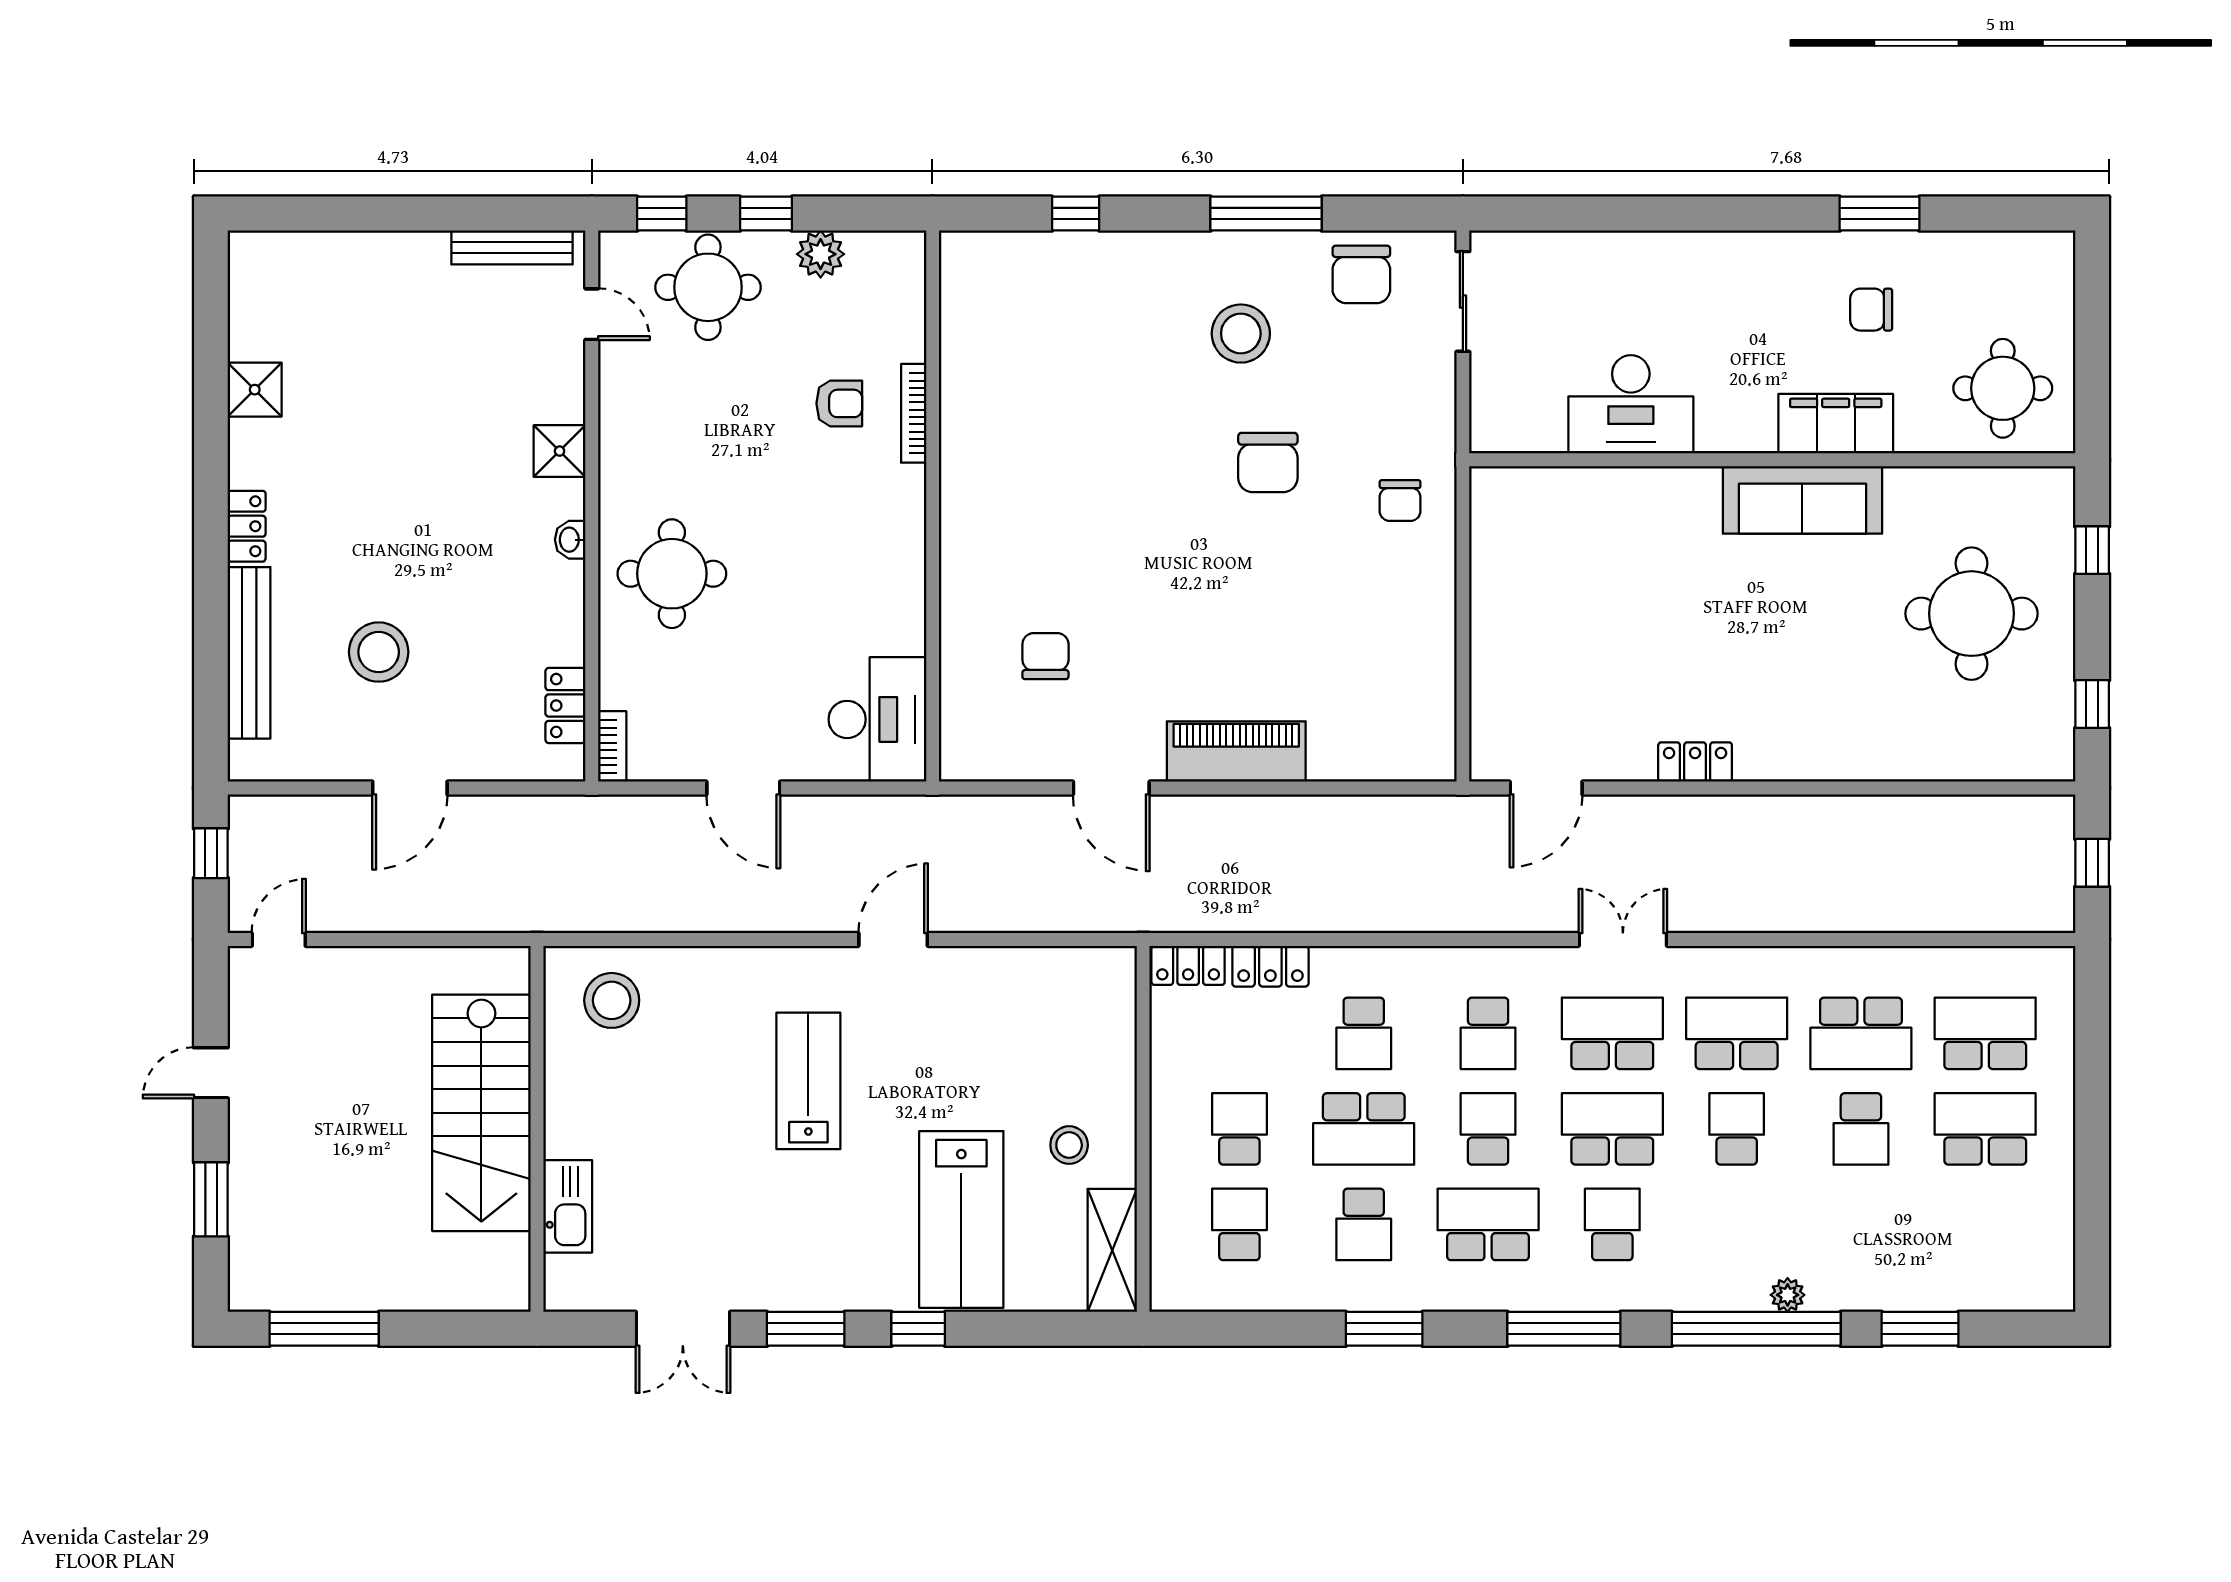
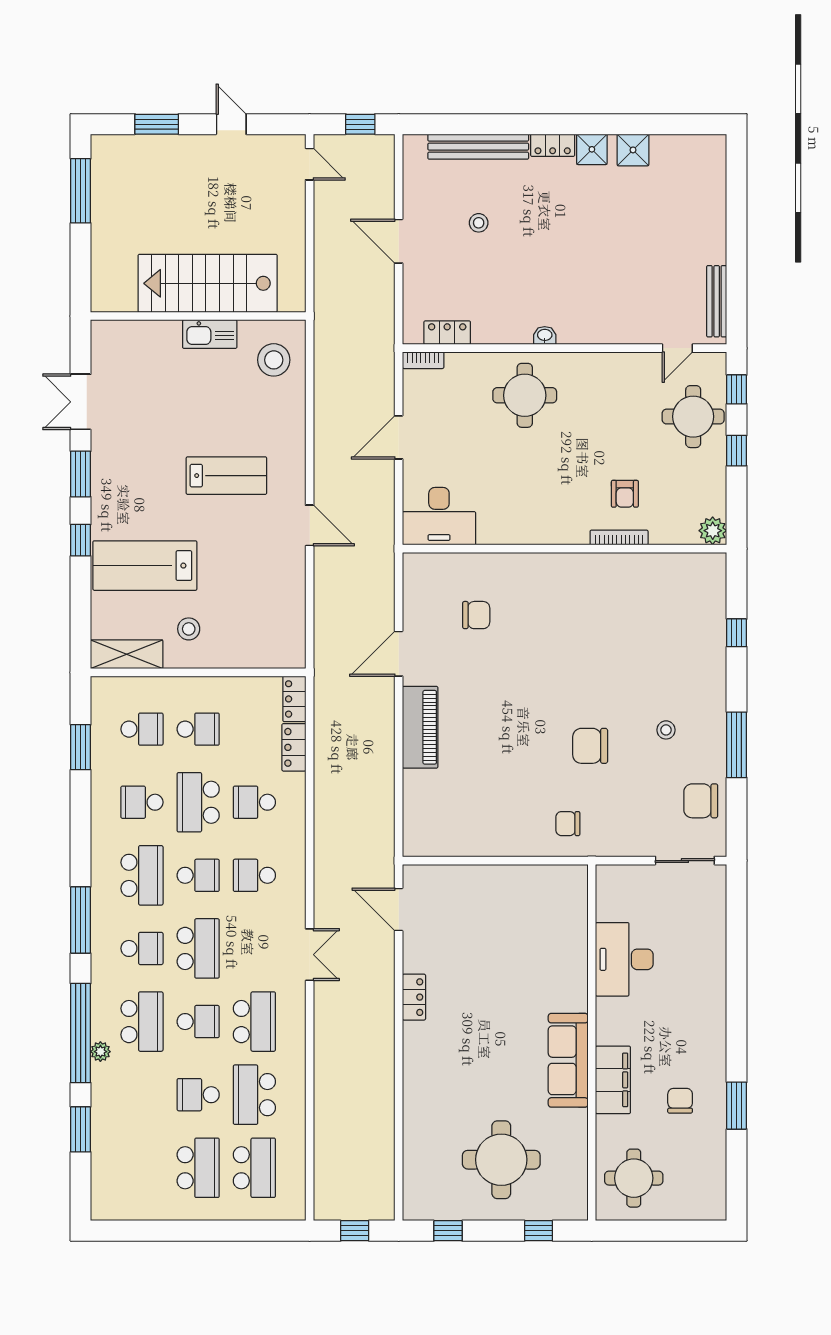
plant: (821, 254) -> (713, 531), moved
stool: (1241, 334) -> (666, 730), width x0.53, depth x0.53
shower: (560, 451) -> (592, 149), moved
stool: (379, 652) -> (479, 223), width x0.53, depth x0.53
school desk: (1612, 1033) -> (142, 1022), moved
kitchen sink: (568, 1206) -> (210, 334), moved
window: (1384, 1329) -> (81, 747), moved

